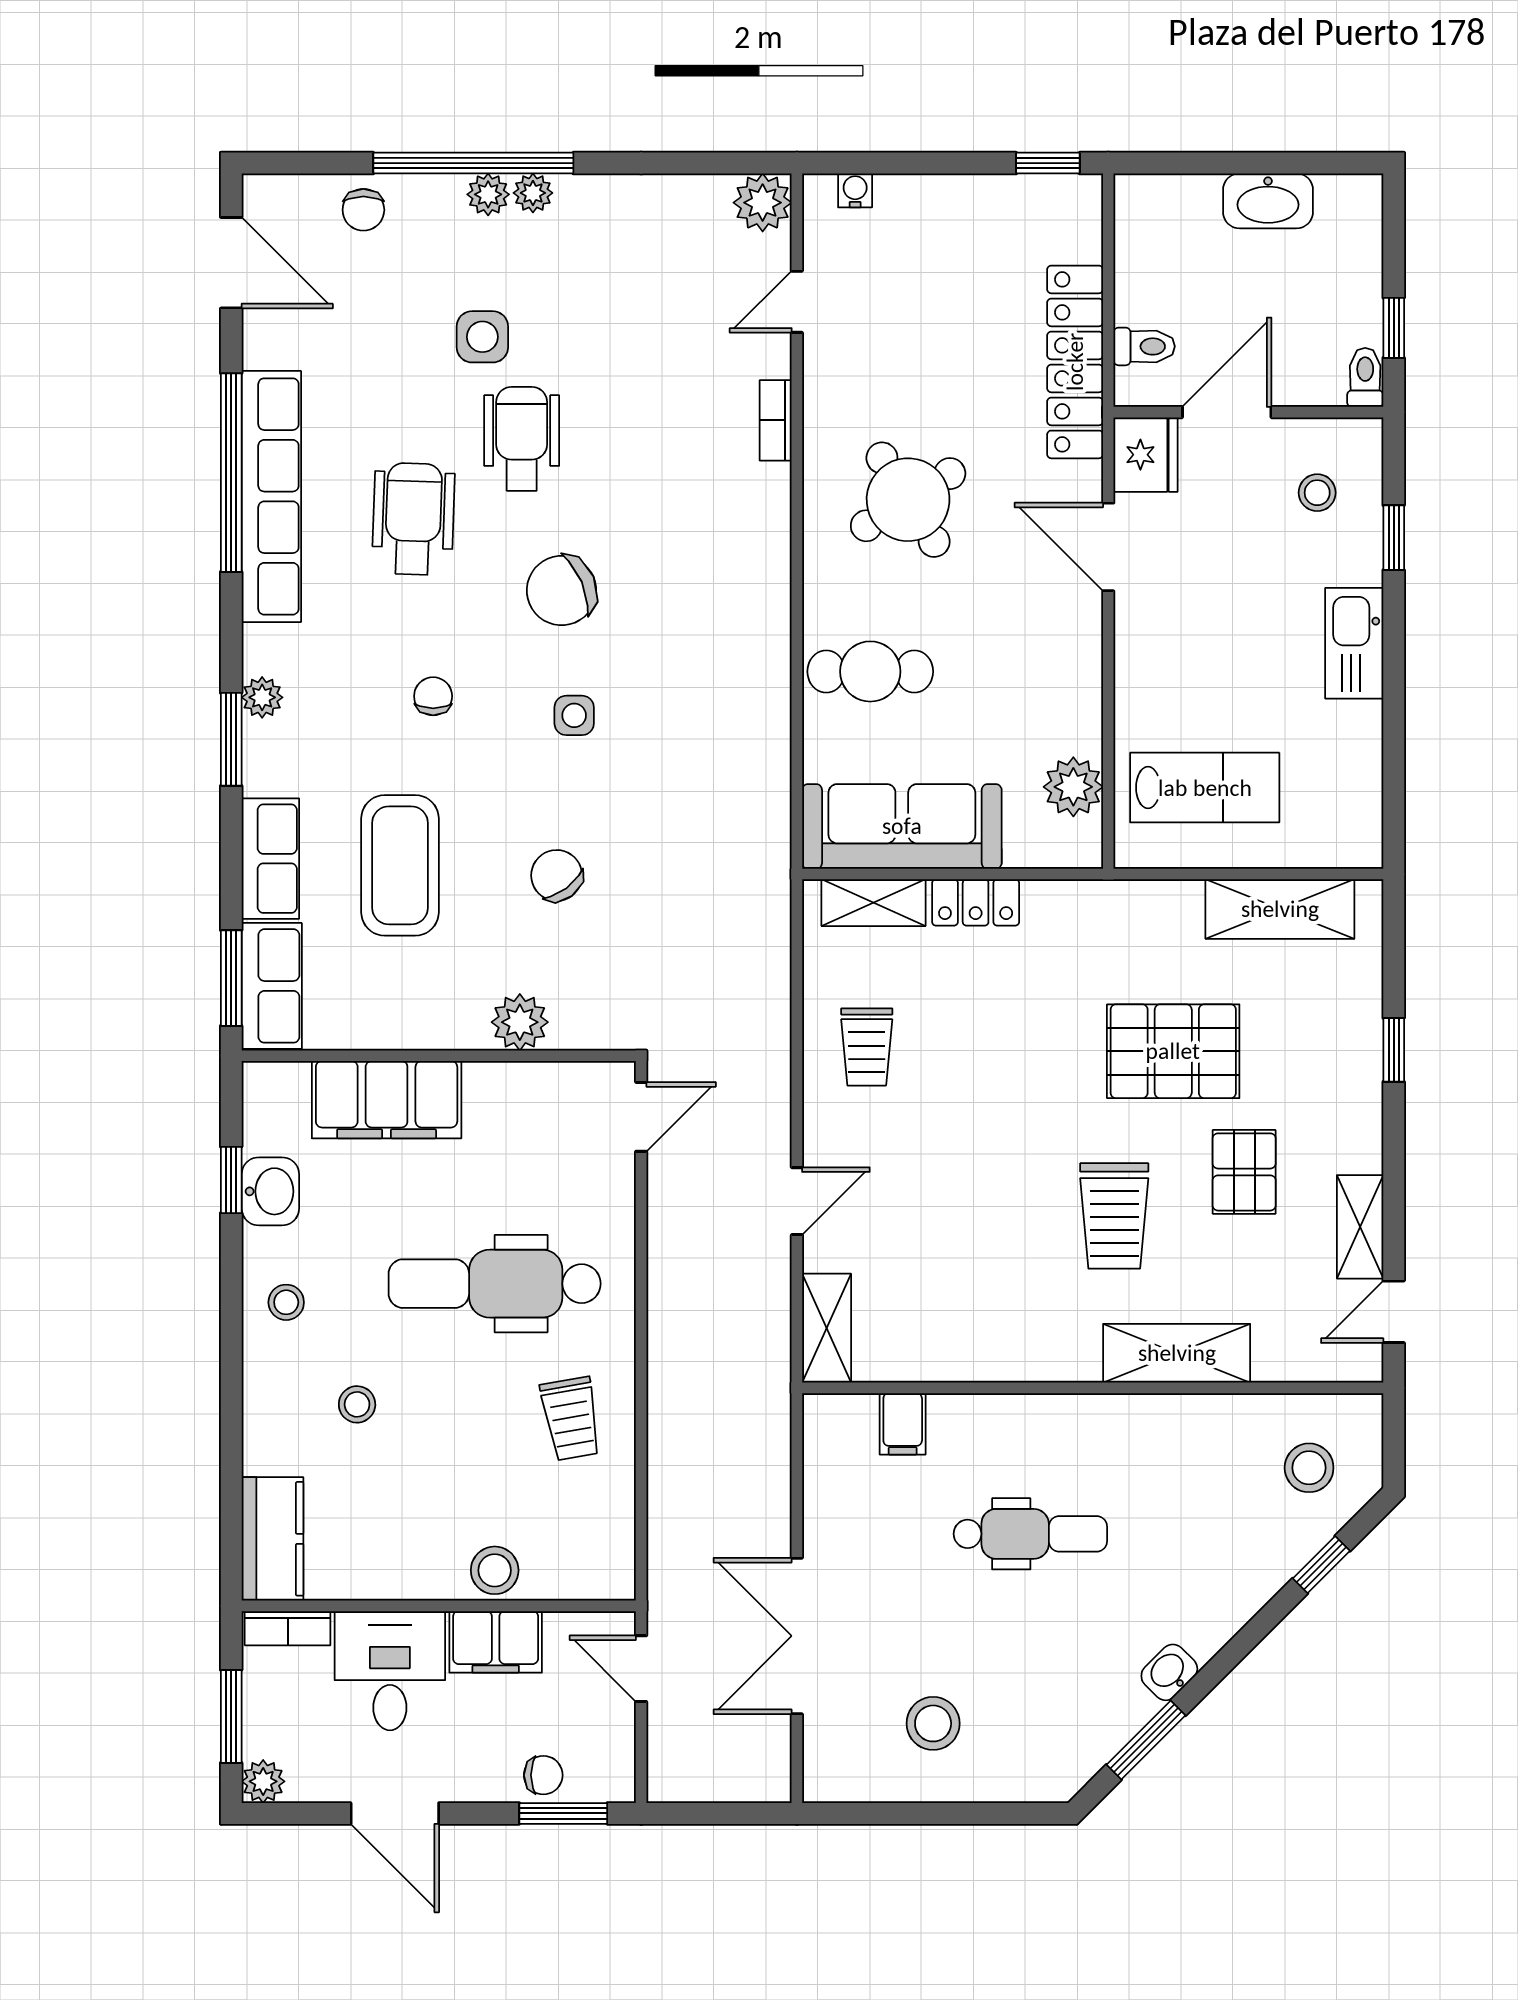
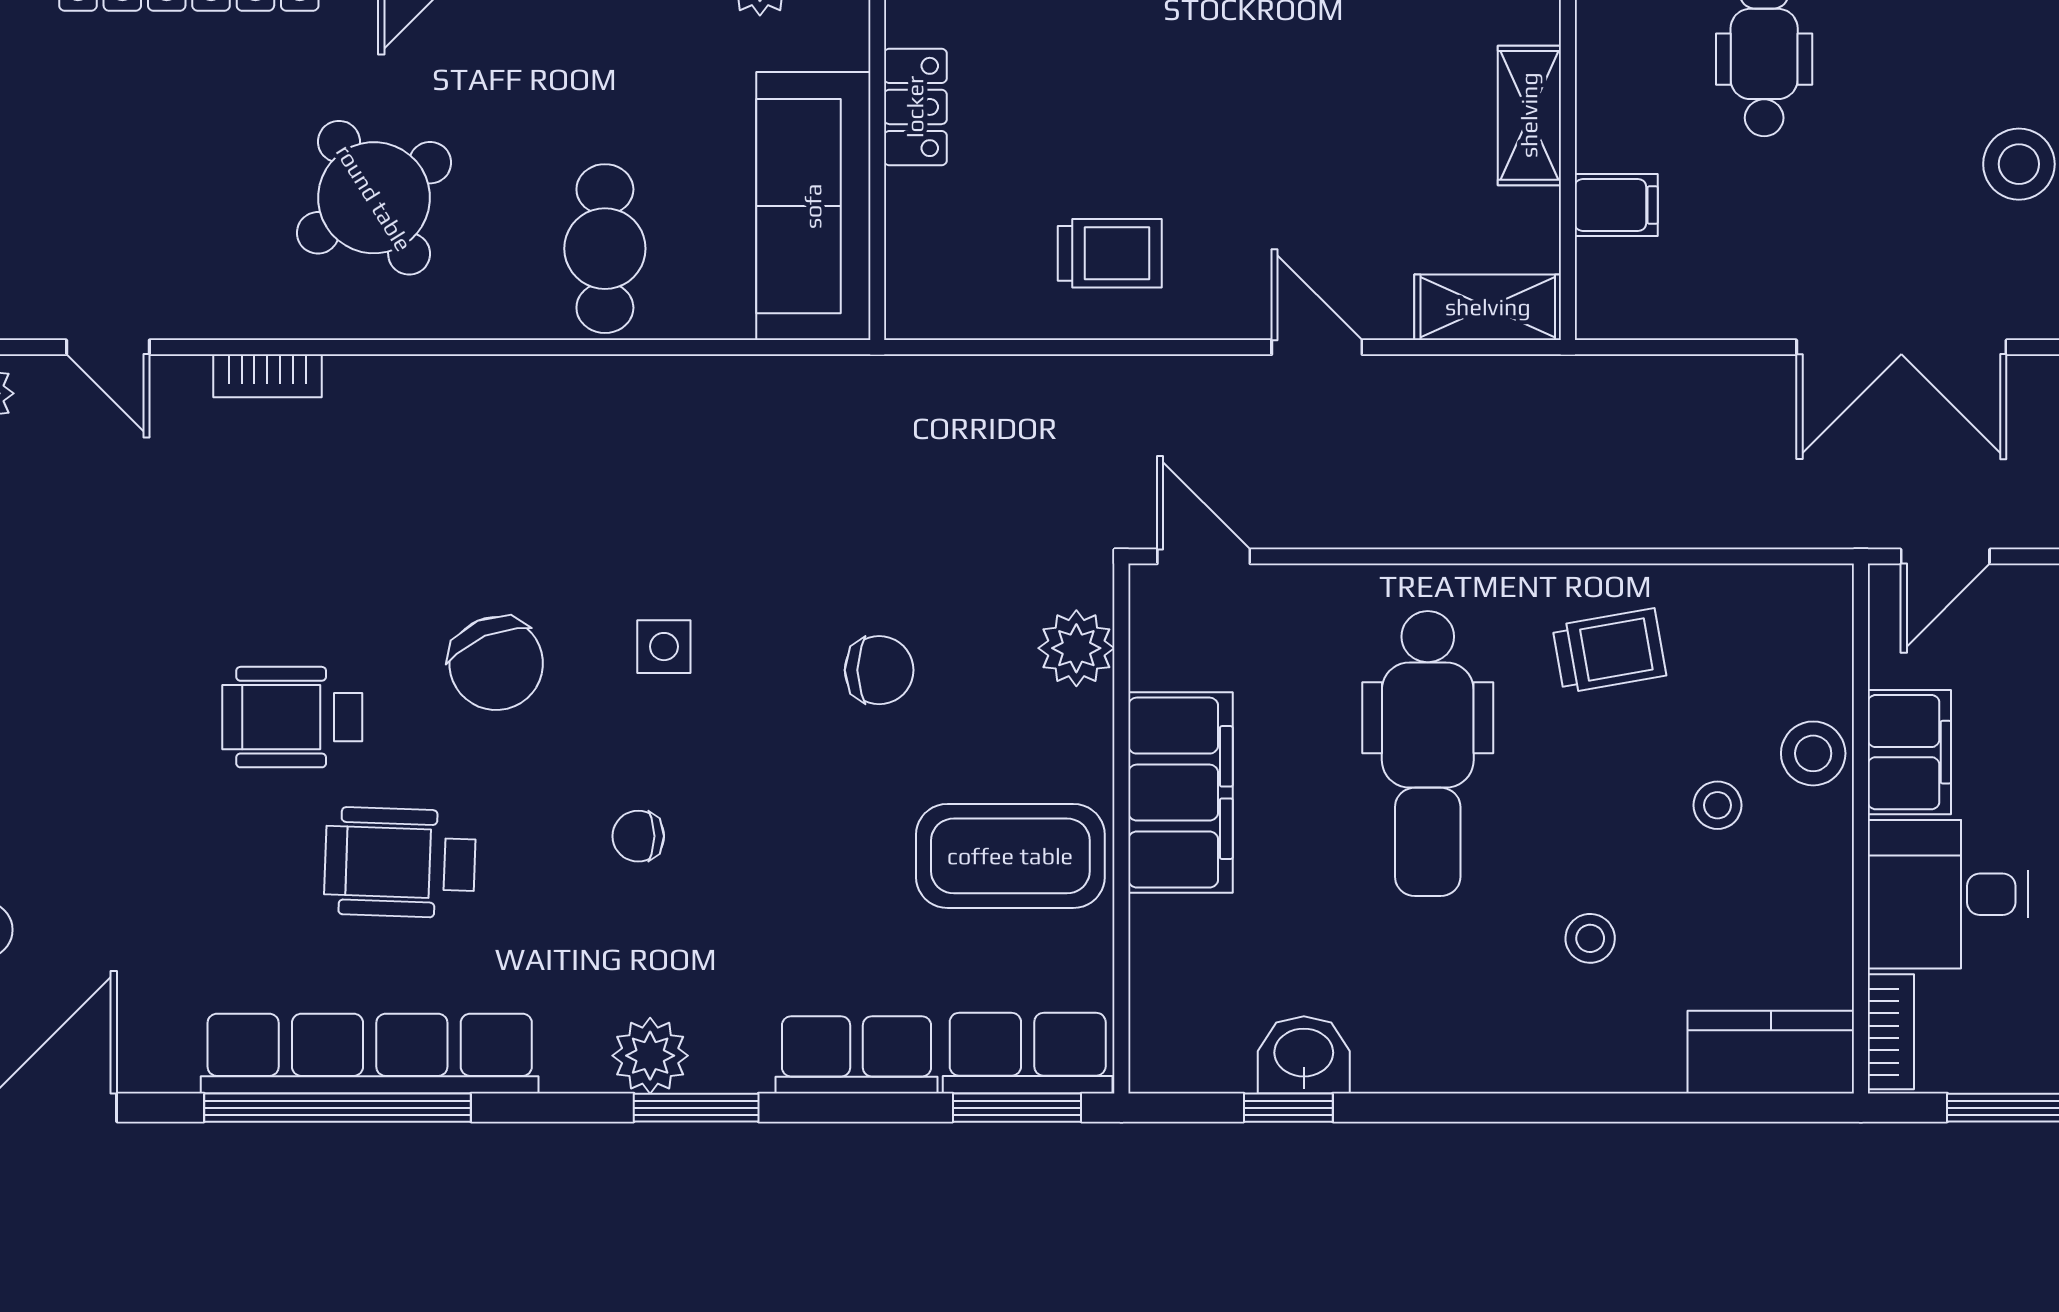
side table: (482, 337) -> (155, 770), removed
plant: (262, 697) -> (650, 1056), width x1.38, depth x1.38
coffee table: (400, 865) -> (1010, 856), moved
chair: (557, 875) -> (879, 670), turned -143
shelving: (873, 903) -> (1529, 115), moved
plant: (520, 1022) -> (1076, 648), moved
filing cabinet: (387, 1100) -> (1180, 793), moved
stool: (286, 1302) -> (1717, 805), moved

